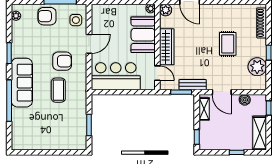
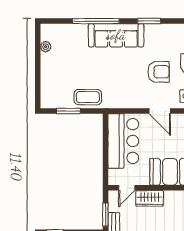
wardrobe: (167, 47) -> (150, 198), width x0.67
armchair: (62, 61) -> (159, 72), moved, turned -90
coffee table: (58, 90) -> (88, 97), moved
plant: (32, 145) -> (46, 47), added

